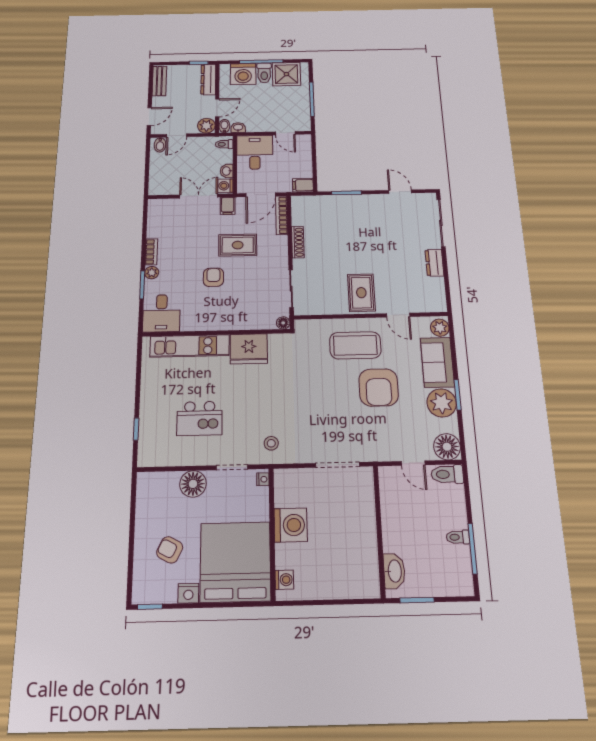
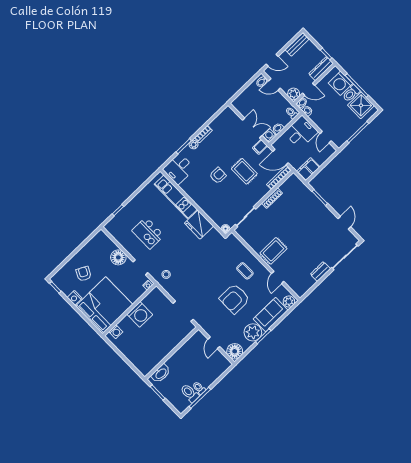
filing cabinet: (303, 185) -> (308, 169), width x2.00
coffee table: (355, 345) -> (245, 271), width x0.54, depth x0.58
toilet: (447, 474) -> (190, 393), moved

